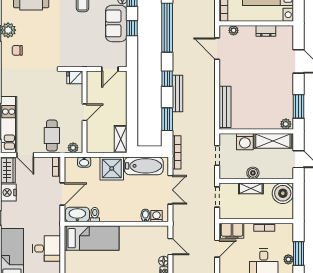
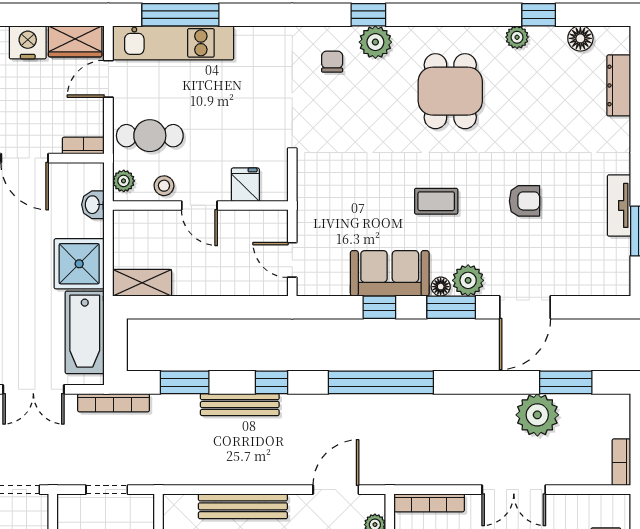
fridge: (75, 77) -> (245, 185), moved
bench: (225, 107) -> (243, 506), moved
stool: (75, 129) -> (164, 186), added

